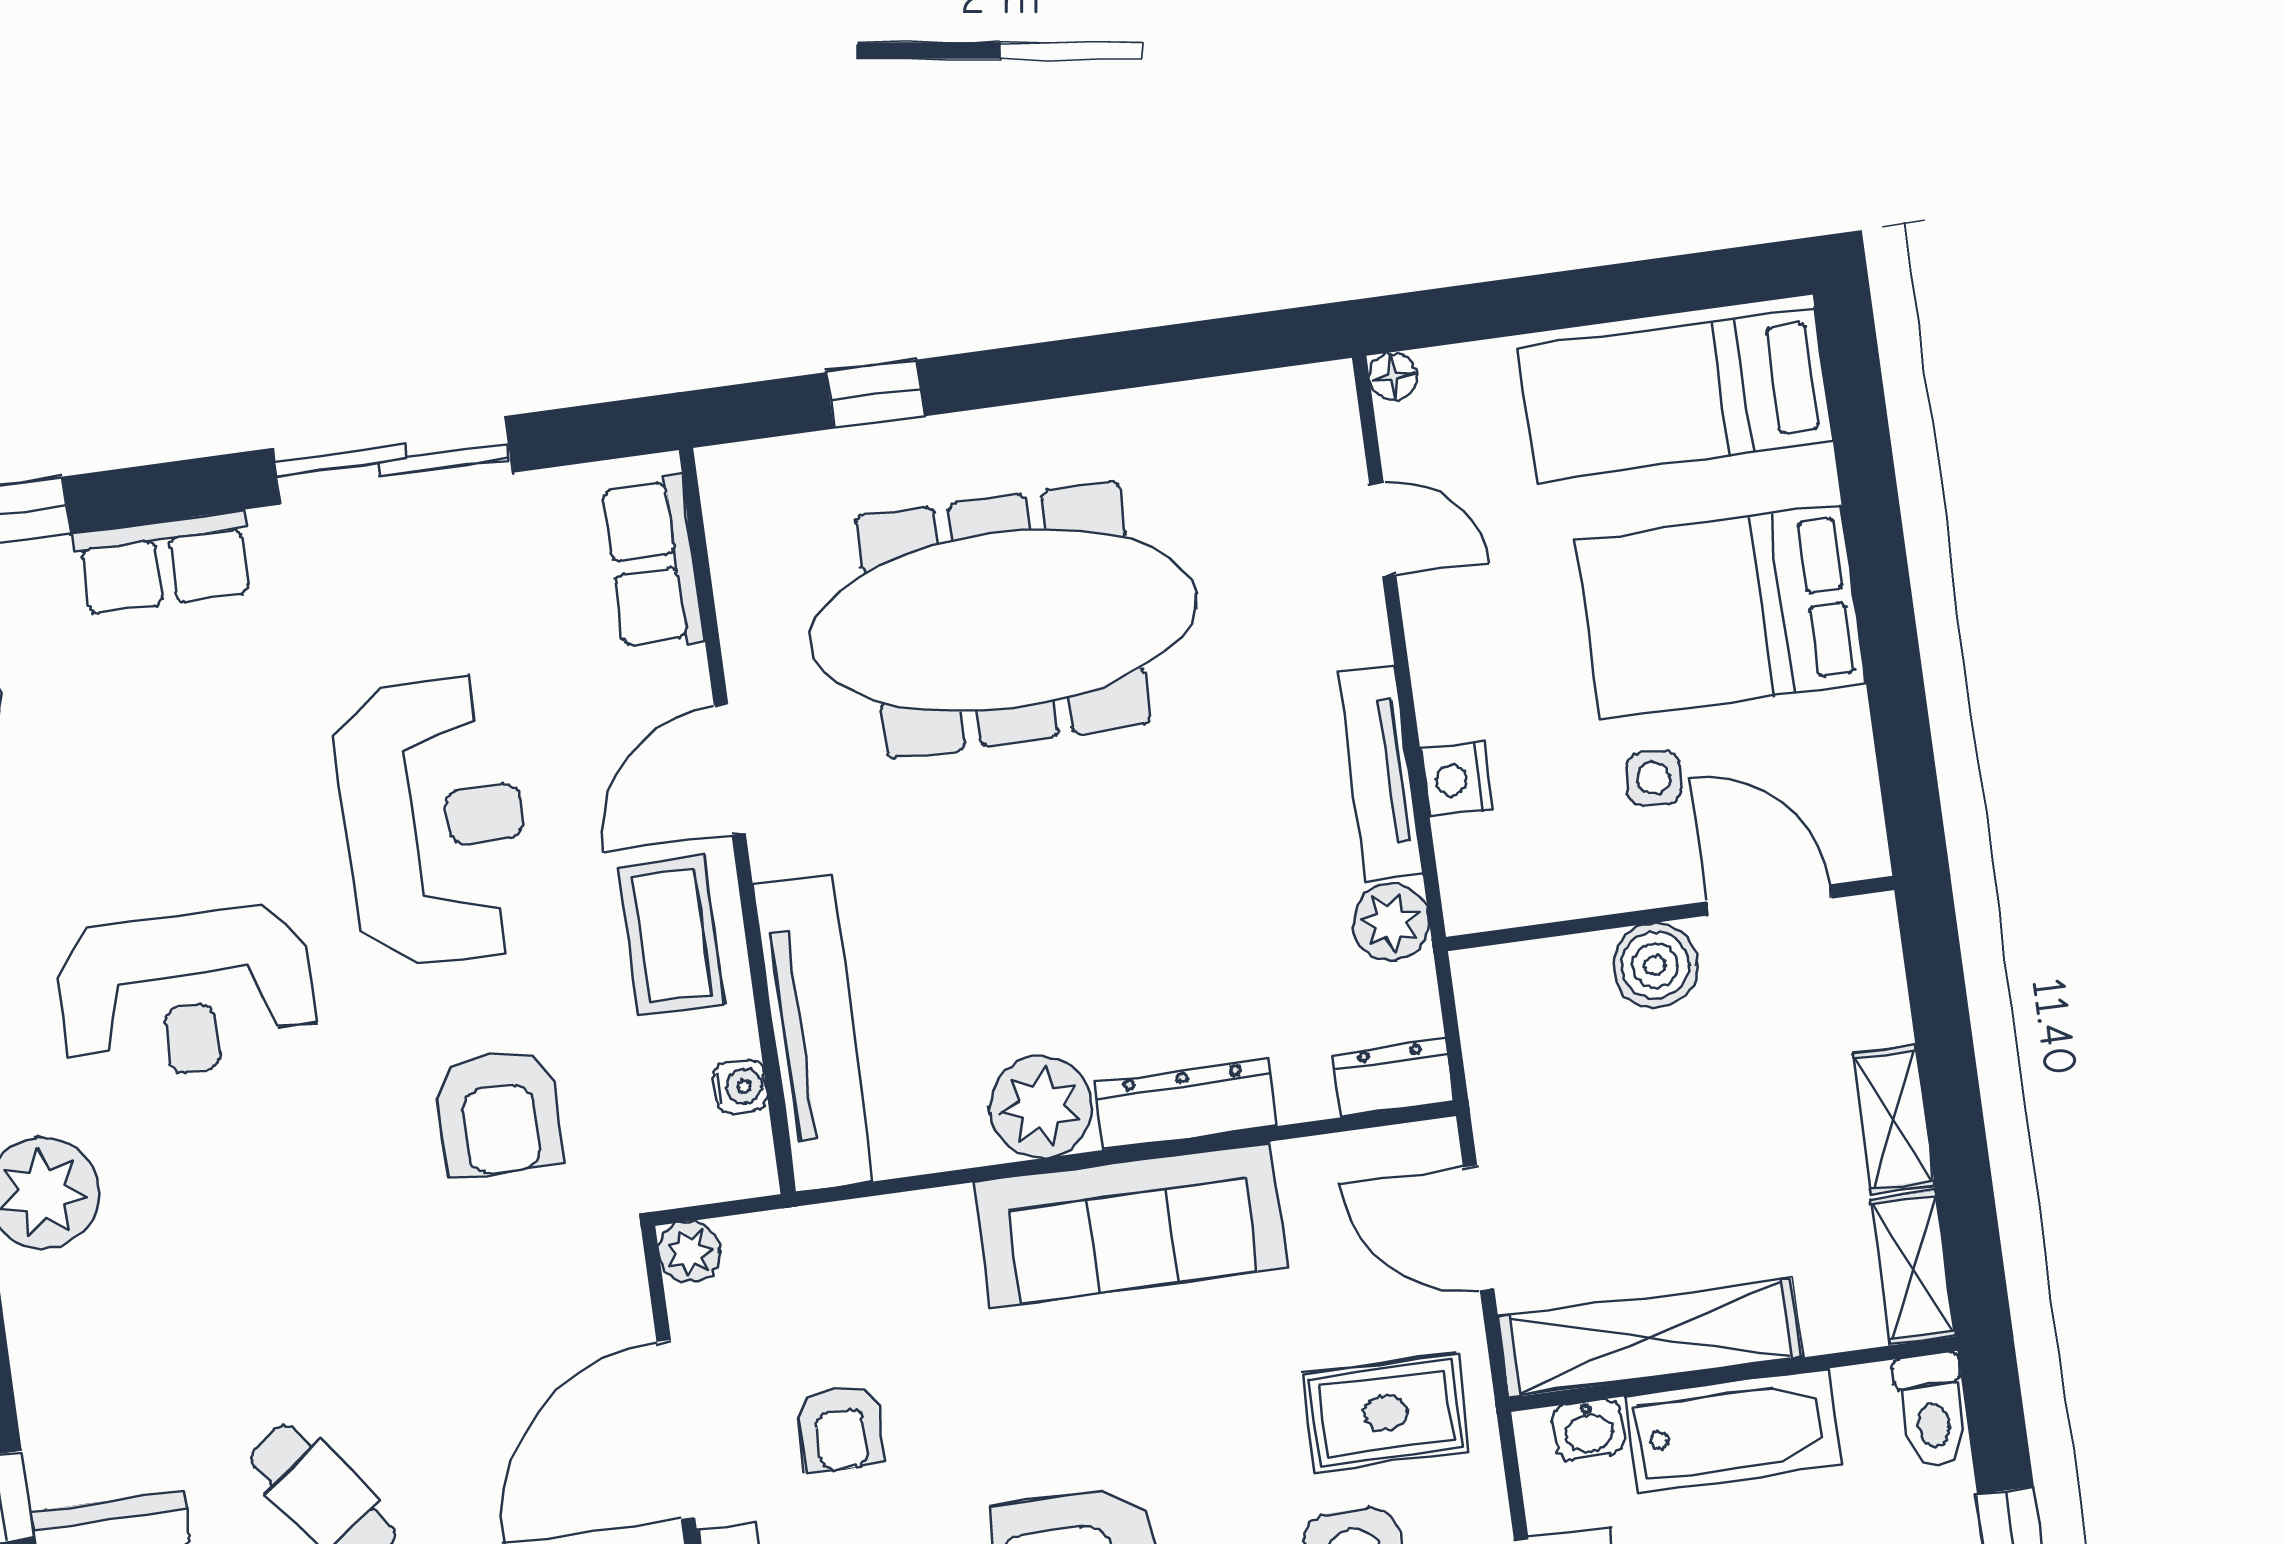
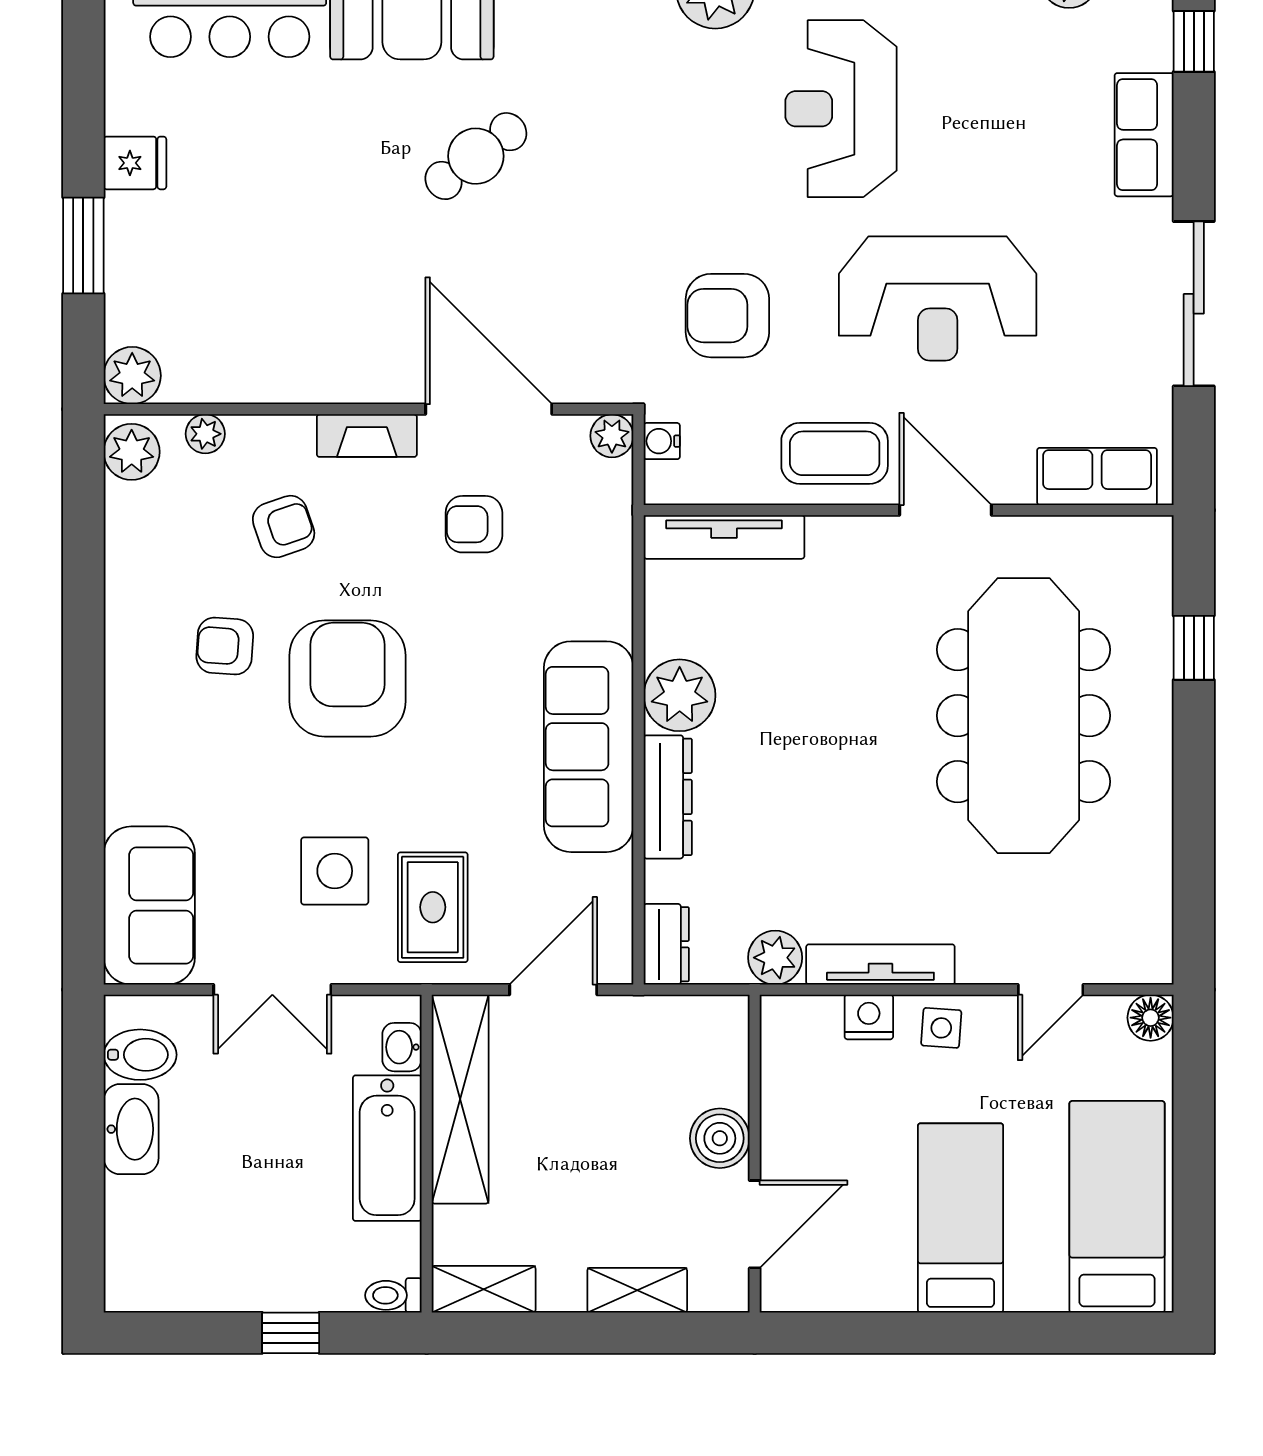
floor lamp: (1393, 376) -> (1151, 1018), width x1.37, depth x1.37
bed: (1721, 612) -> (960, 1218), width x0.67
side table: (1653, 778) -> (941, 1028), moved
tv unit: (813, 1033) -> (724, 537), width x0.73, depth x0.78
water cooler: (740, 1087) -> (662, 441), moved, turned 90
shelving: (1894, 1119) -> (637, 1290), moved
toilet: (1932, 1410) -> (393, 1295), width x0.73, depth x0.72

